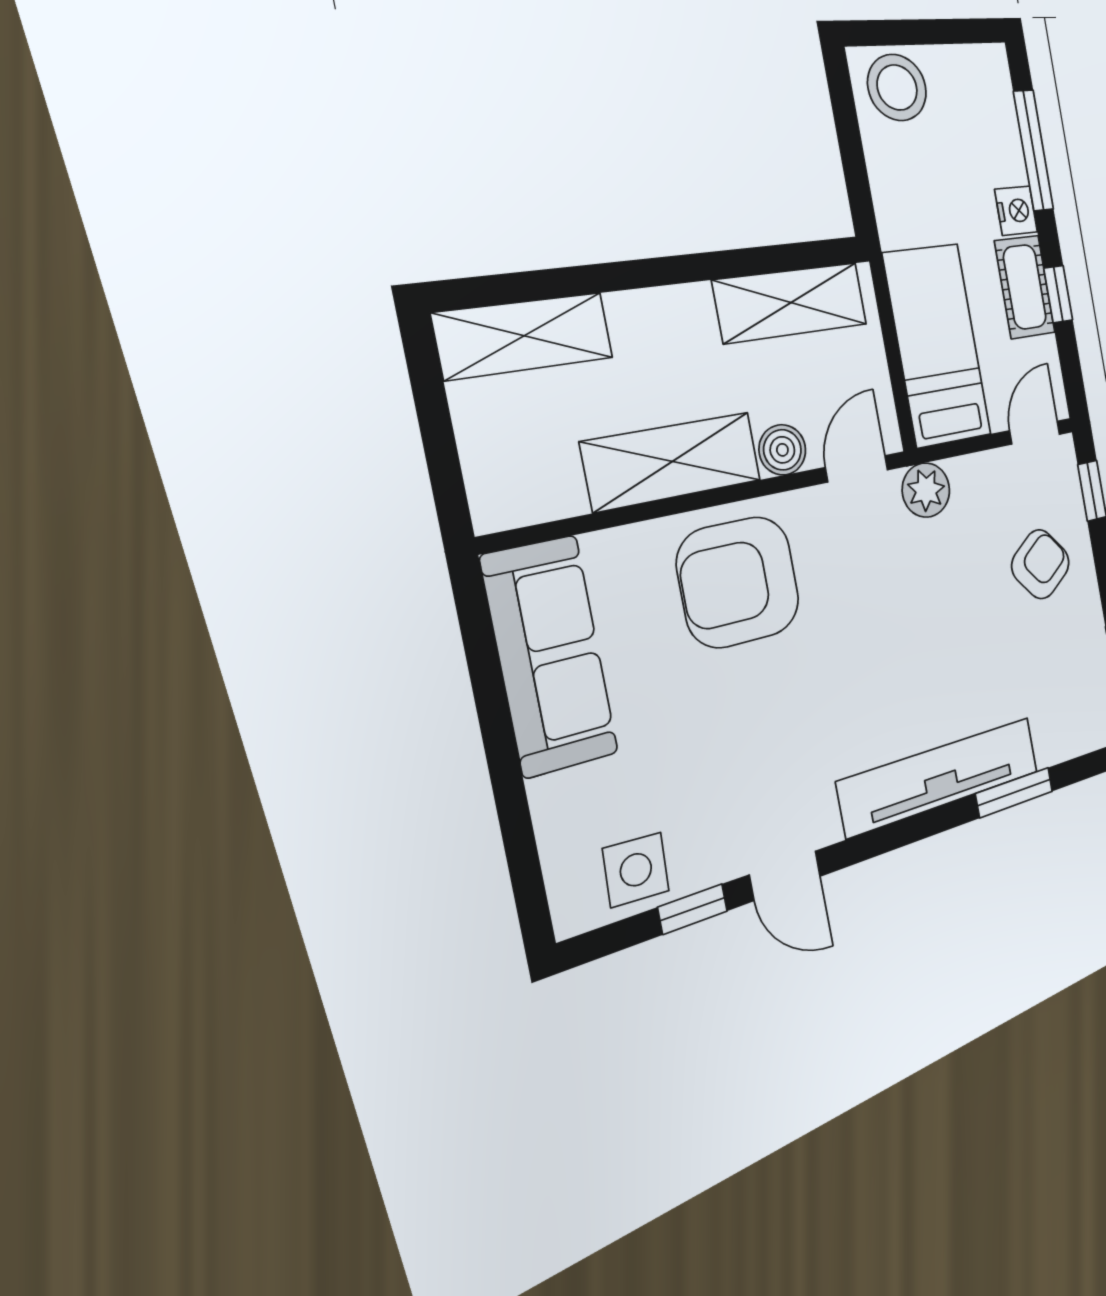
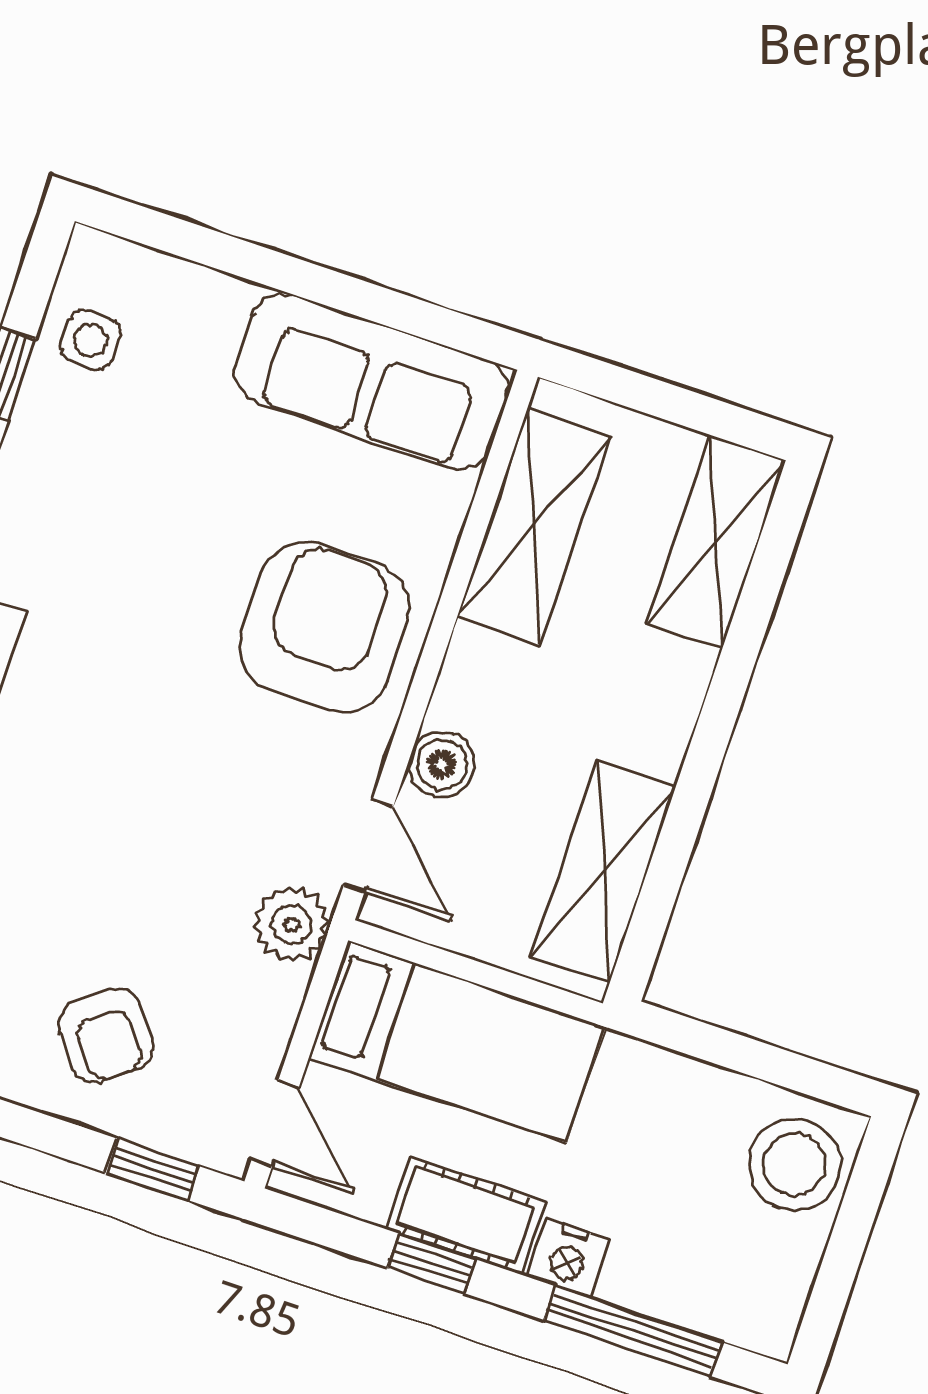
shelving: (672, 461) -> (534, 527), moved
side table: (636, 870) -> (90, 340), width x0.73, depth x0.73

